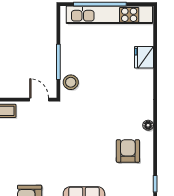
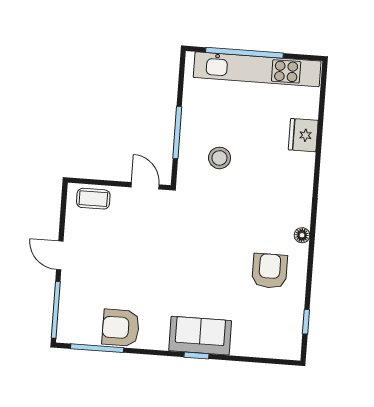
stool: (71, 82) -> (220, 158), moved

